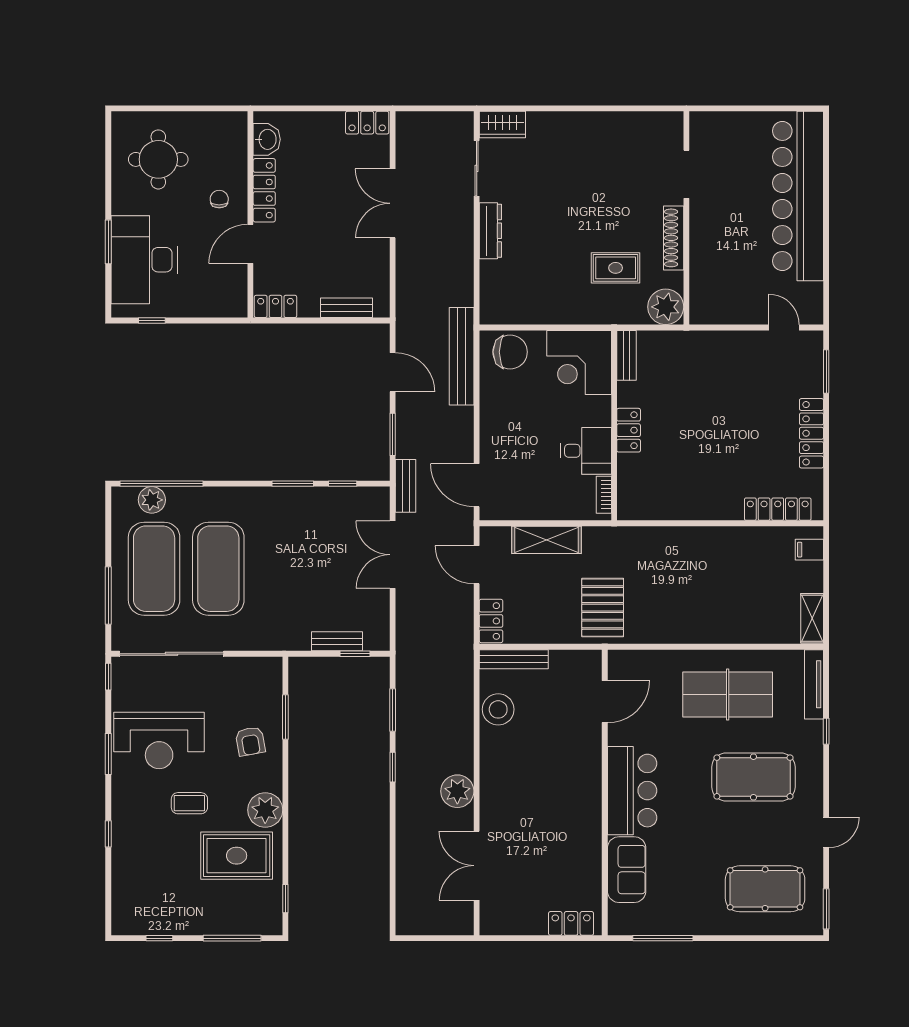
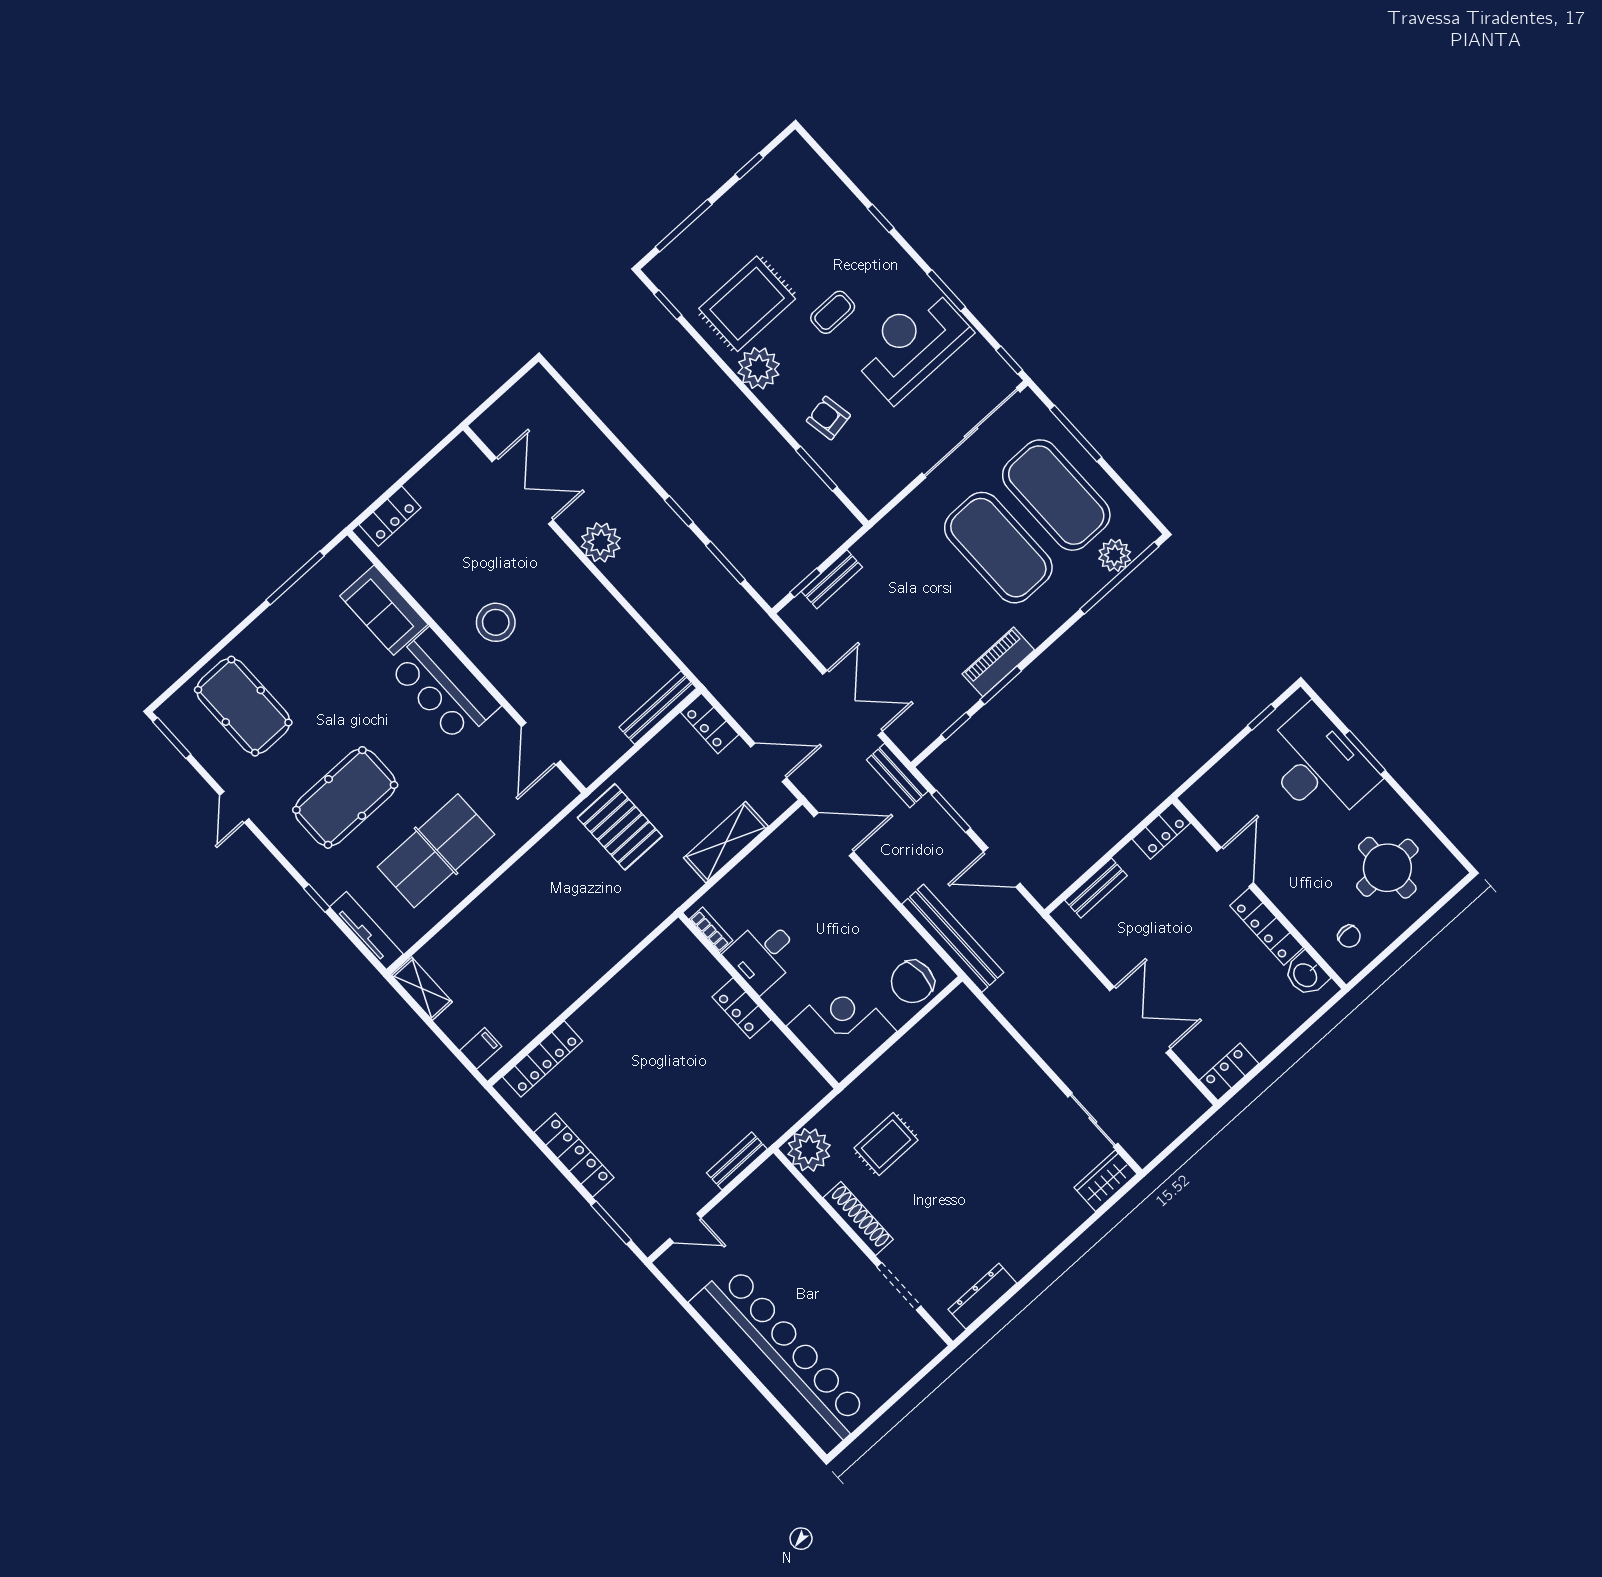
chair: (219, 199) -> (1349, 936), moved
dresser: (490, 231) -> (982, 1296), moved, turned 90
bench: (626, 355) -> (737, 1161), moved, turned 90
piano: (281, 499) -> (998, 662), added
stool: (498, 709) -> (496, 622), moved
pool table: (765, 889) -> (243, 706), turned 90

